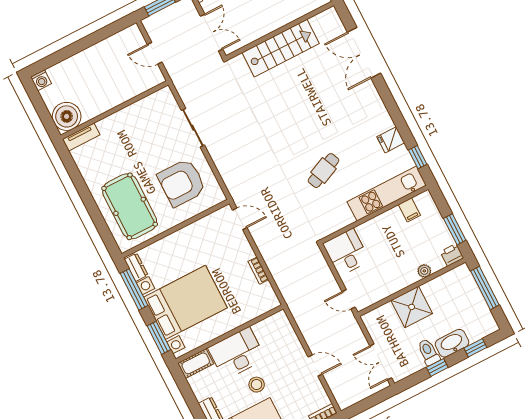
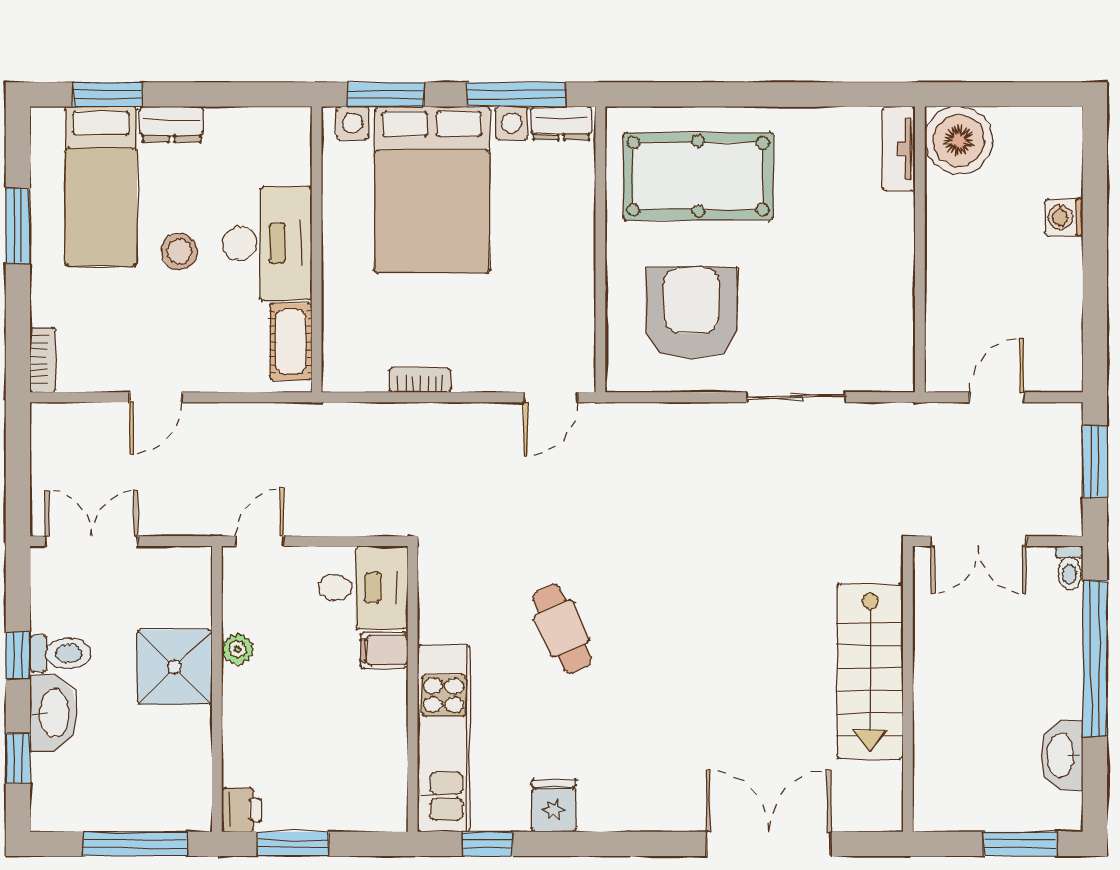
washing machine: (41, 80) -> (1064, 217), moved
filing cabinet: (409, 210) -> (384, 650), moved
plant: (424, 271) -> (238, 649), moved
cot: (196, 363) -> (291, 342), moved

